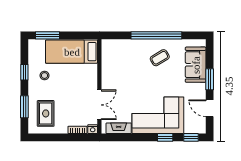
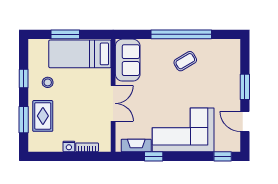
window: (48, 35) -> (65, 34), moved
sofa: (196, 65) -> (128, 60), moved, turned 180
double door: (99, 105) -> (113, 103), moved
rug: (46, 113) -> (43, 116), moved
nightstand: (93, 129) -> (69, 146), moved
window: (165, 137) -> (154, 156), moved

